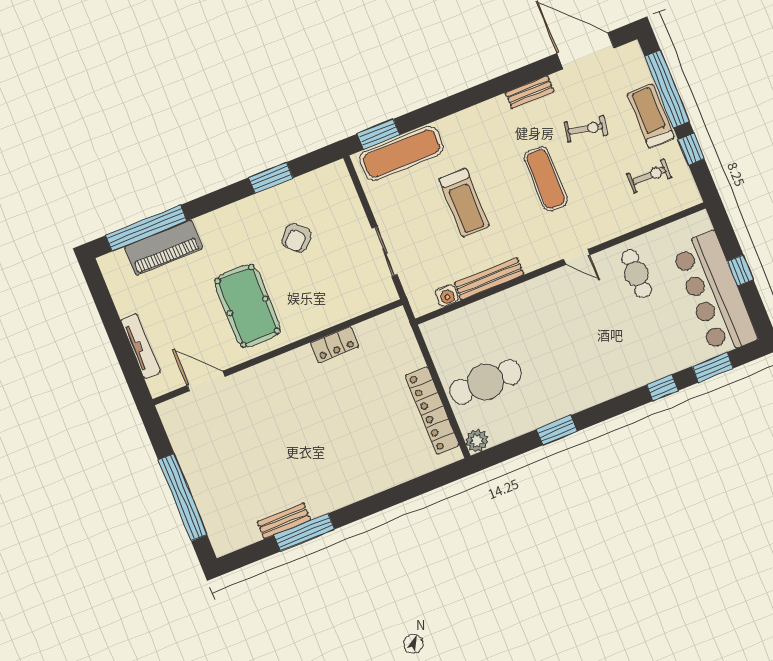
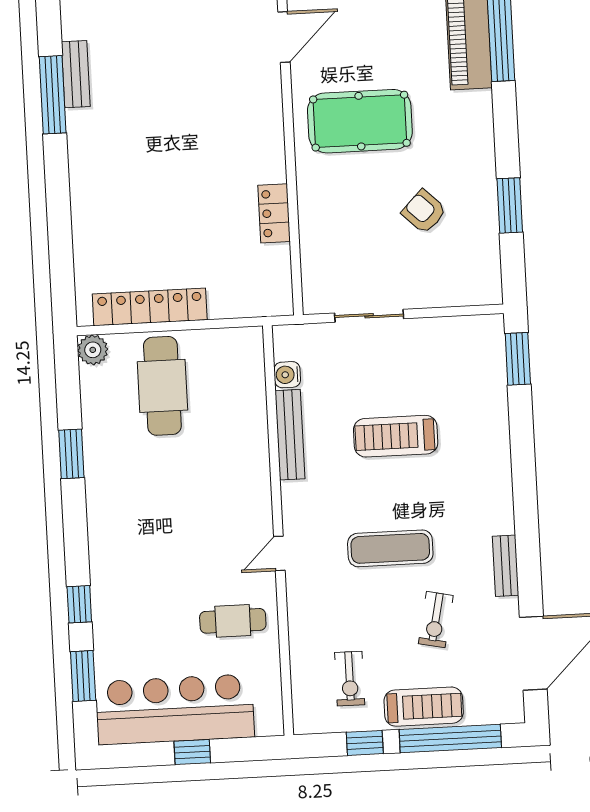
exercise mat: (401, 153) -> (484, 379), removed

